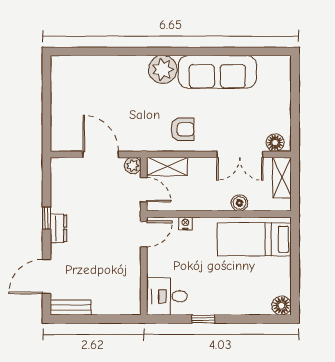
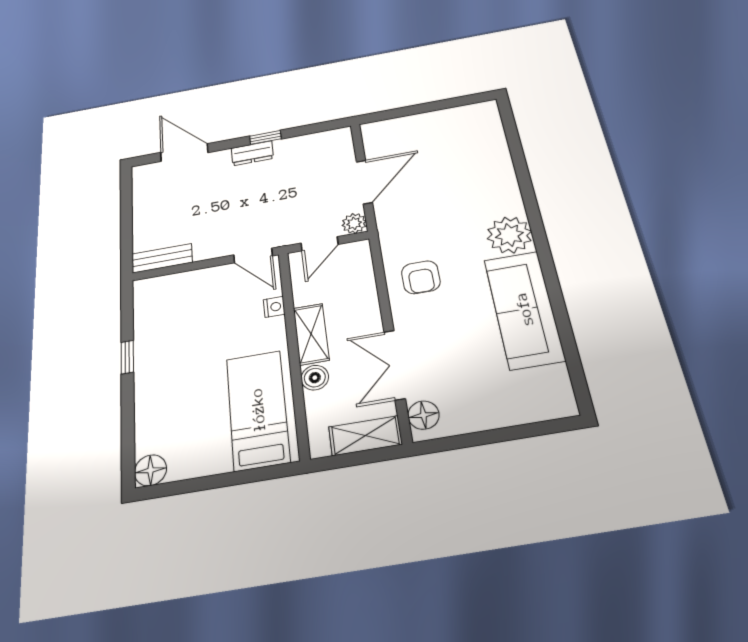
shelving: (167, 166) -> (311, 334), moved
desk: (167, 296) -> (161, 302), removed
bench: (71, 307) -> (162, 258), moved, turned 90

